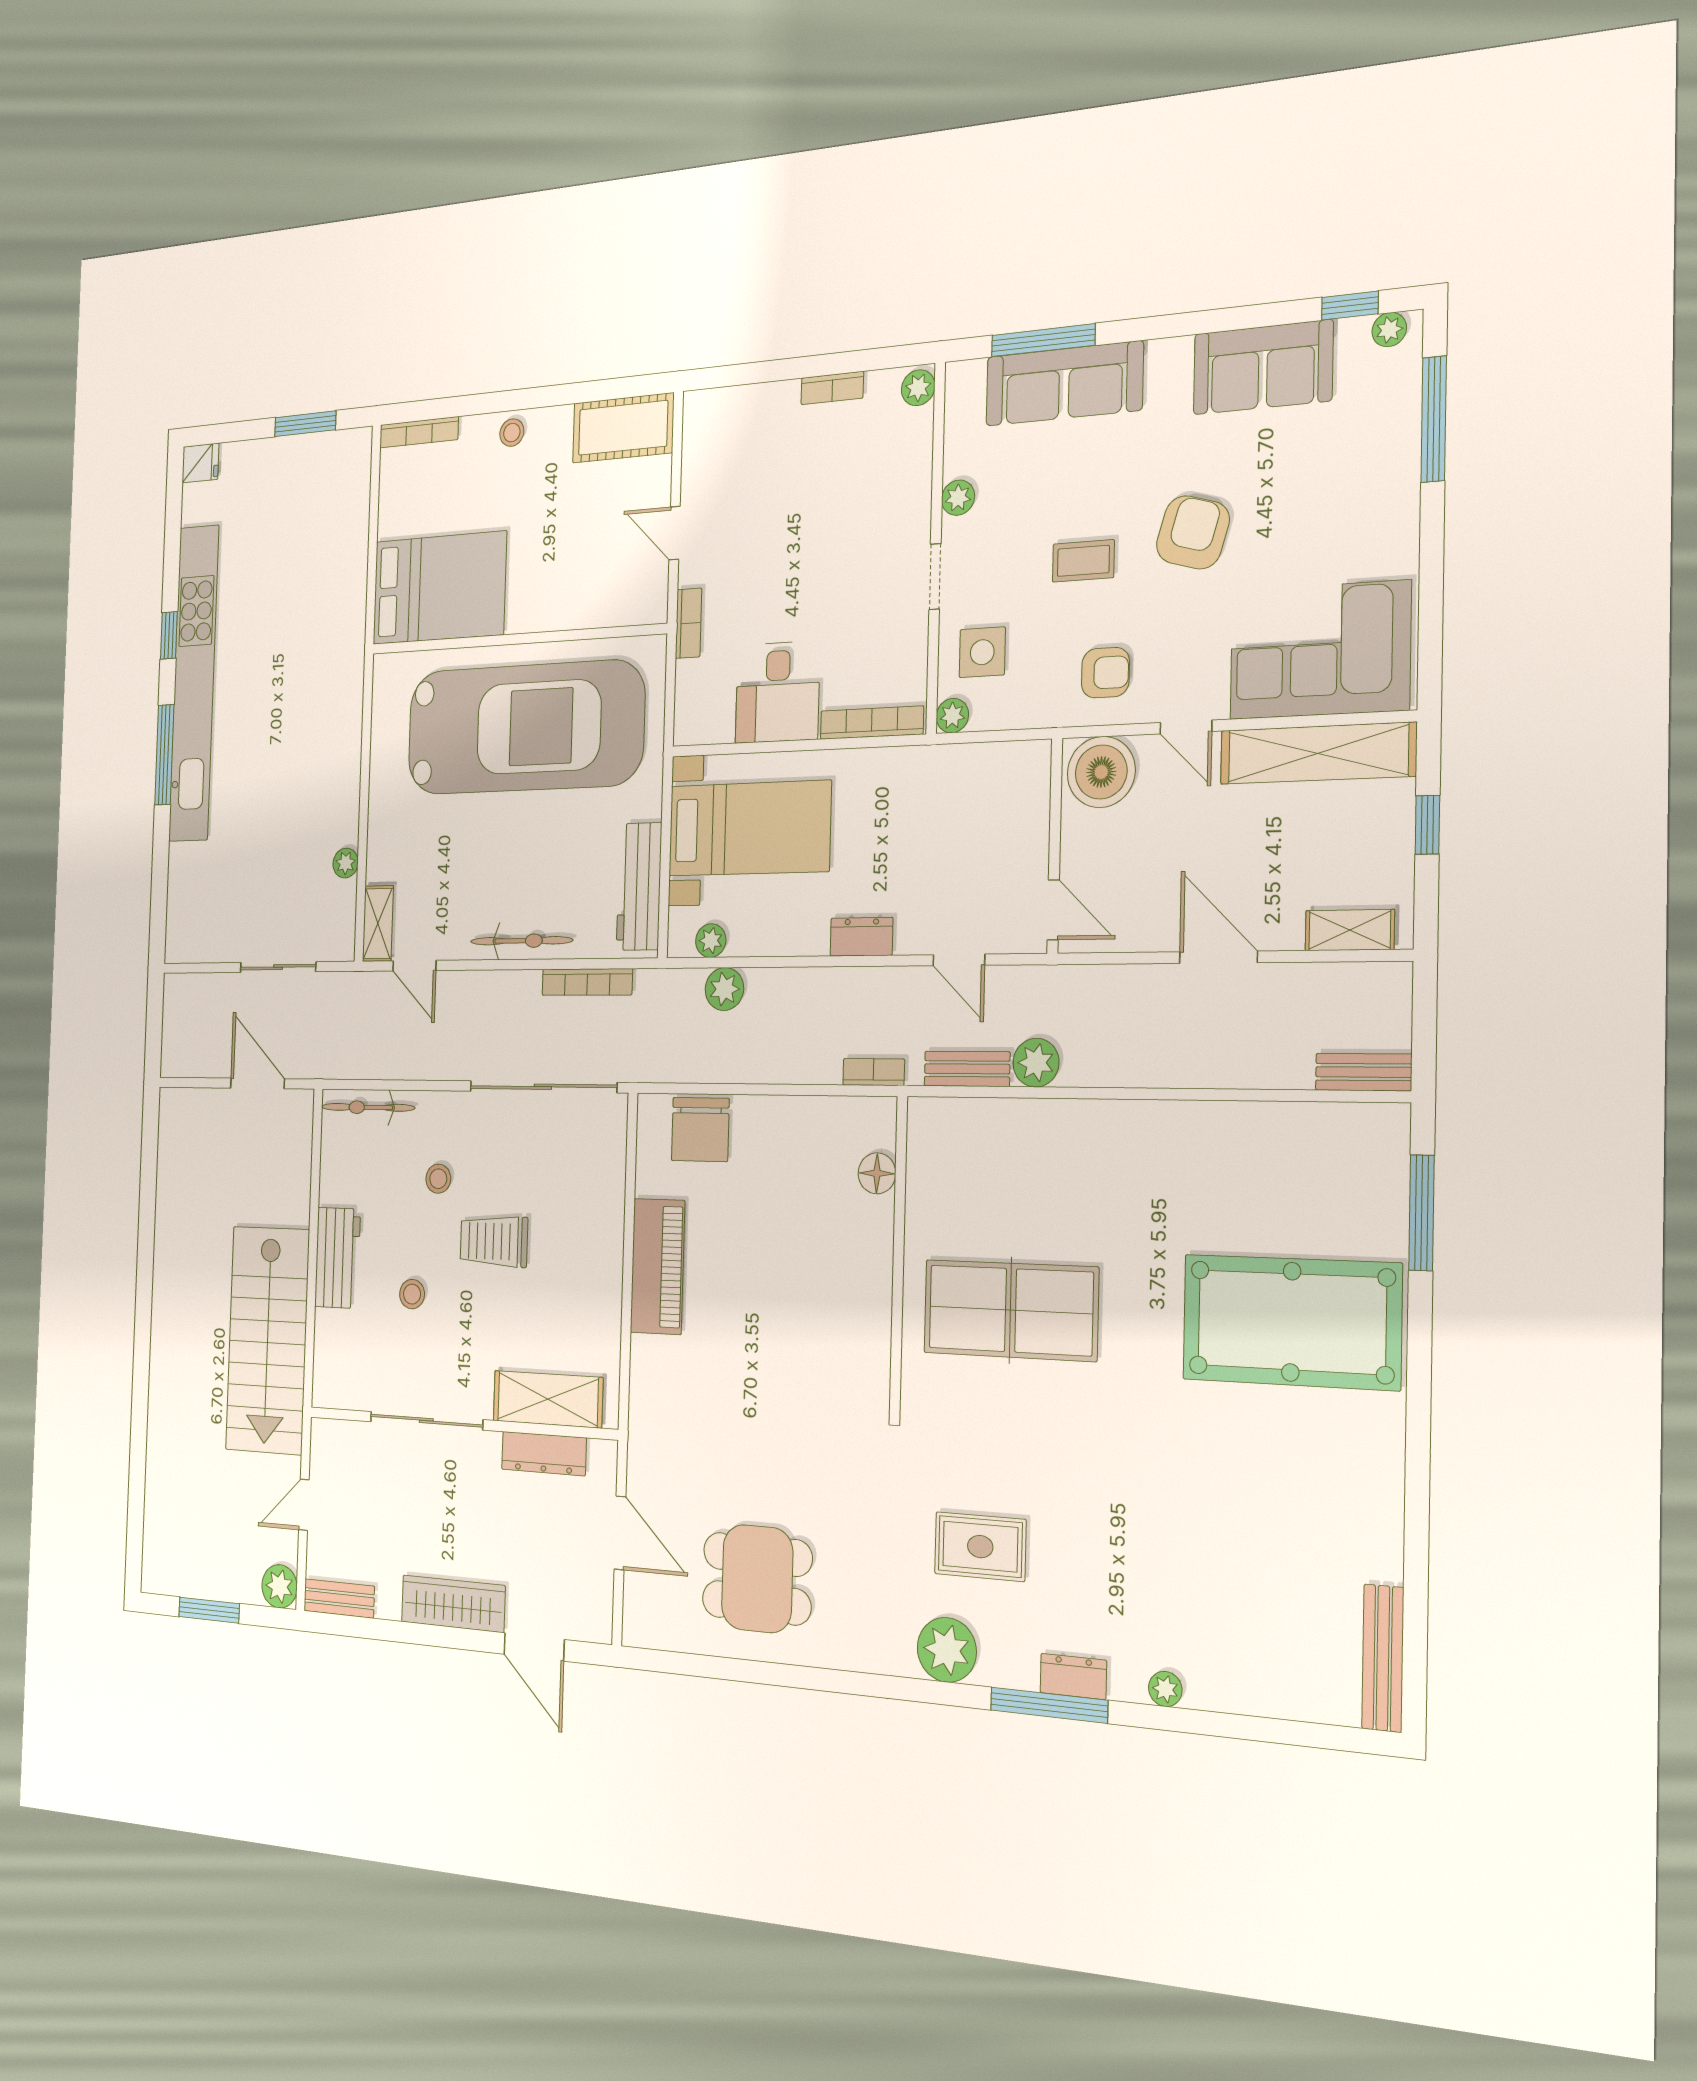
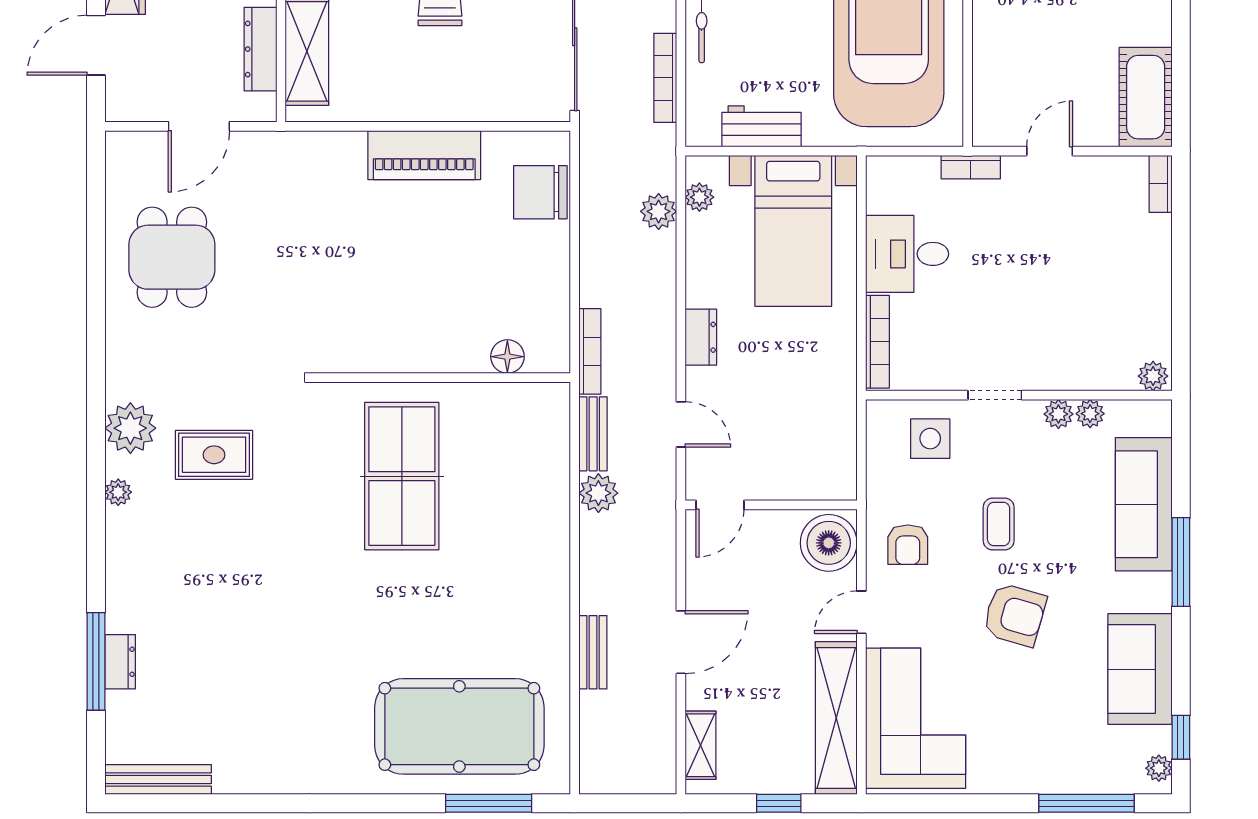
window: (1043, 340) -> (1181, 562), moved
bookcase: (832, 388) -> (1161, 184), moved
plant: (952, 716) -> (1090, 414), moved
workbench: (639, 886) -> (761, 126), width x0.73
door: (959, 960) -> (681, 424), swing flipped
bookcase: (874, 1072) -> (590, 351), width x1.56
bench: (1364, 1072) -> (593, 652), moved
pool table: (1291, 1322) -> (459, 726), moved, turned 90
rug: (980, 1547) -> (214, 455), turned 90
dresser: (1073, 1677) -> (120, 662), moved
plant: (1165, 1689) -> (118, 492), moved
window: (1049, 1705) -> (96, 661), moved

